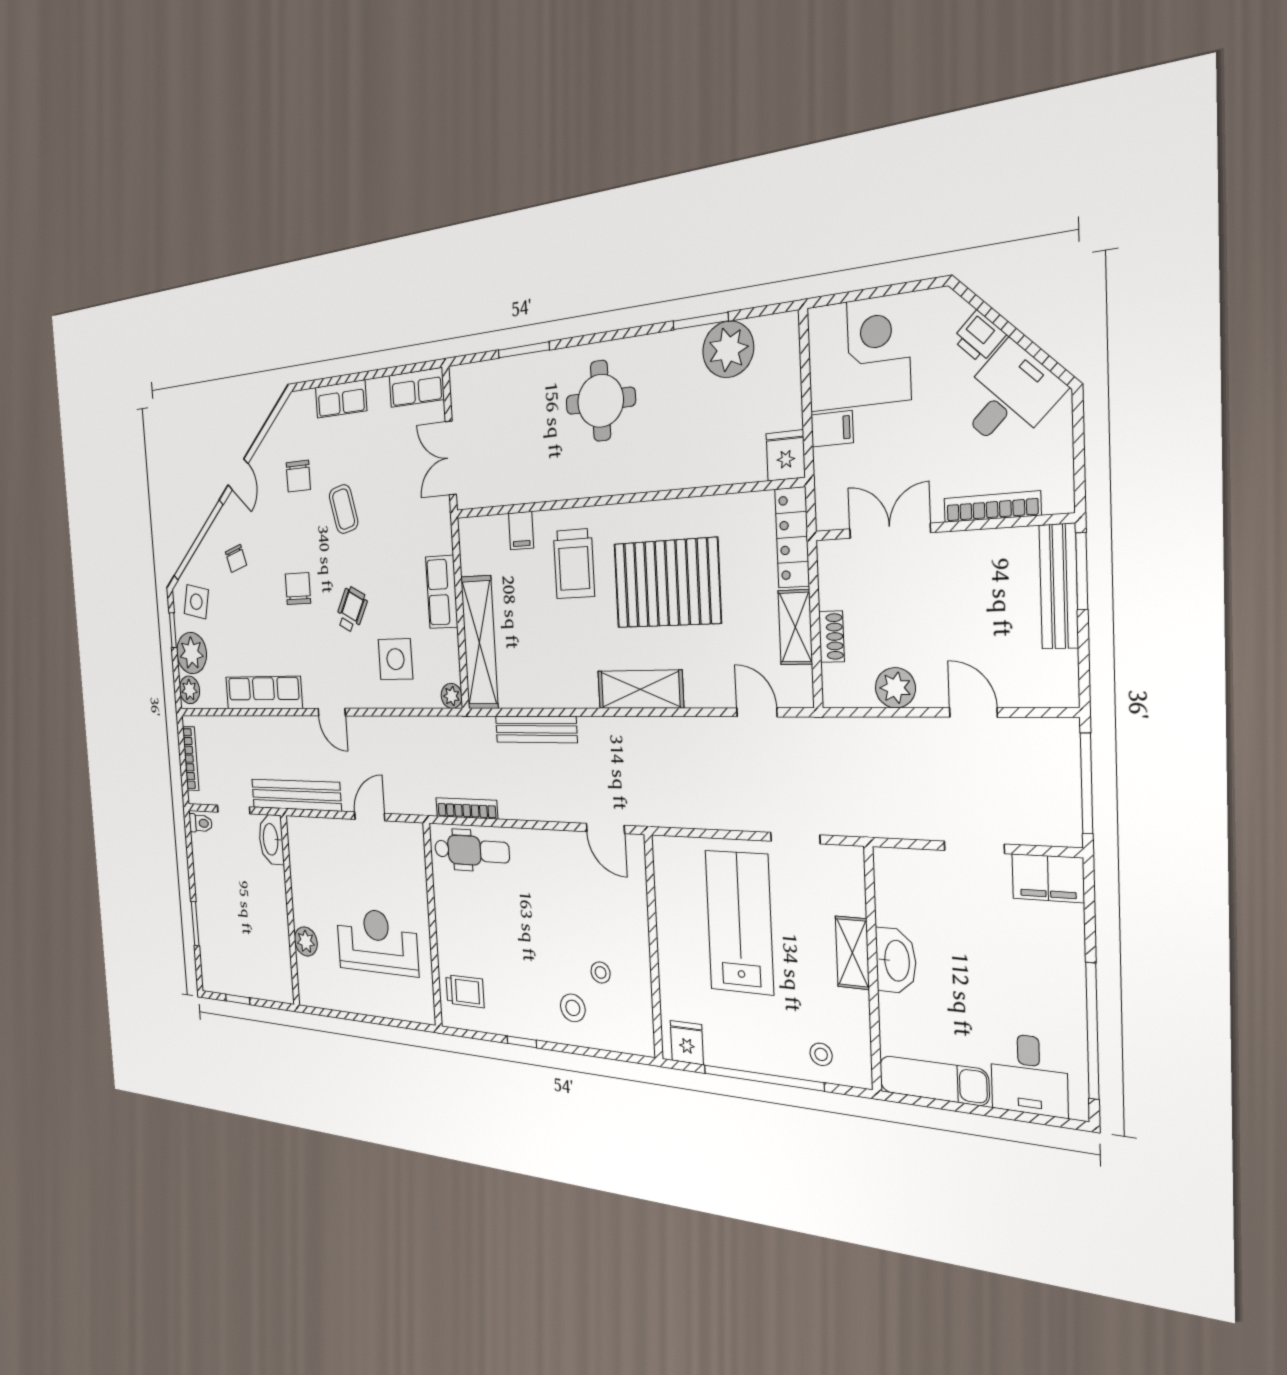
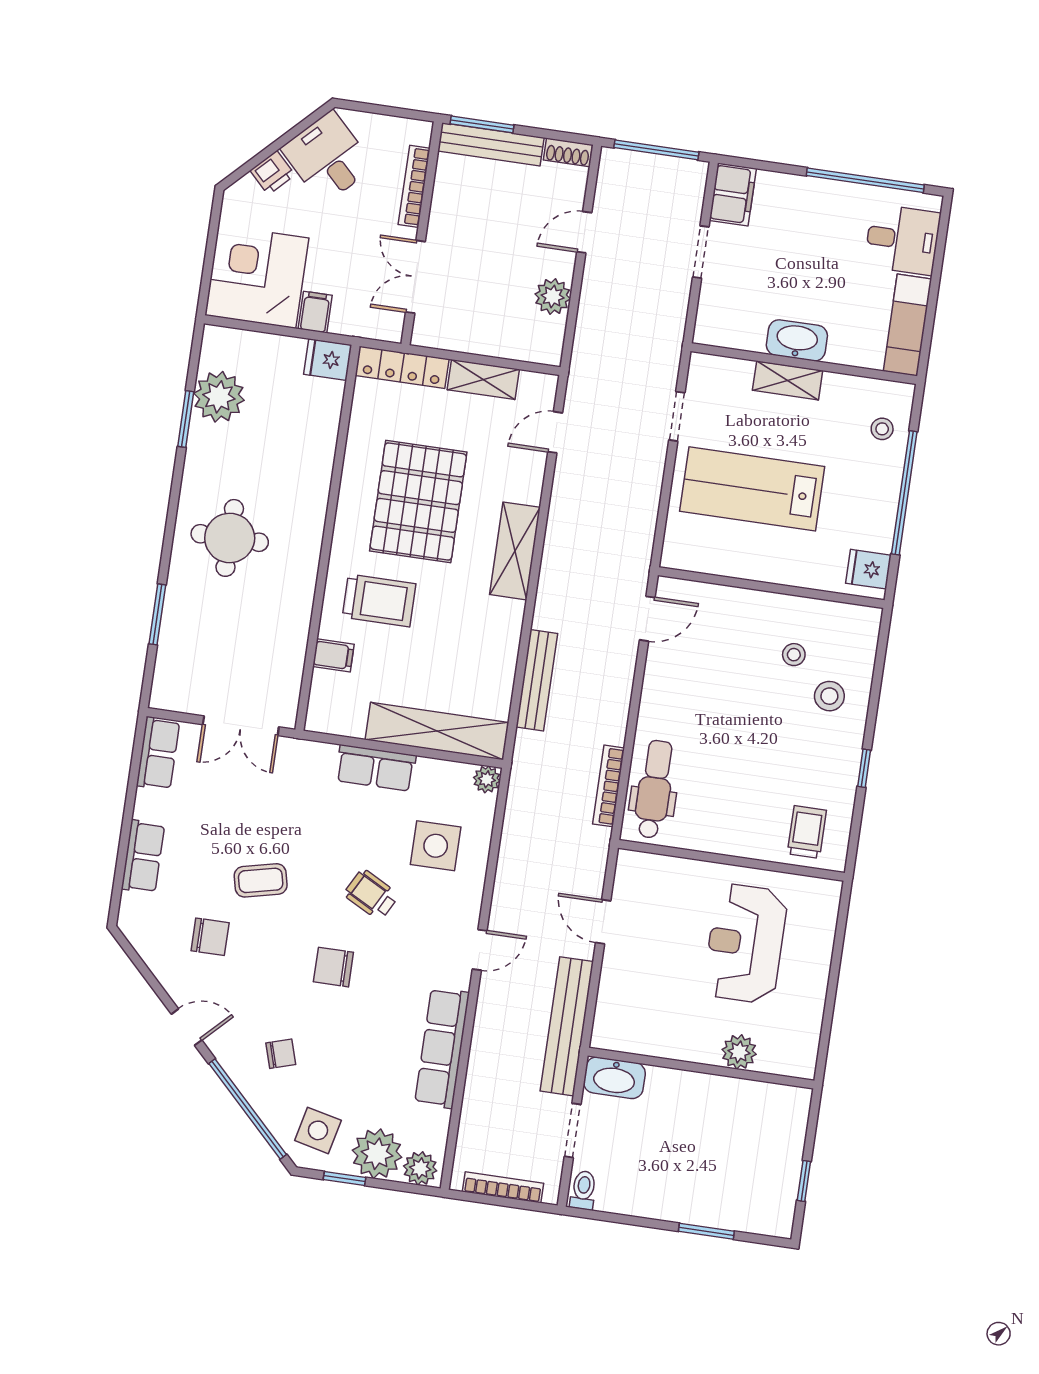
shoe rack: (832, 637) -> (568, 152), moved, turned 180

